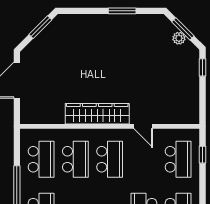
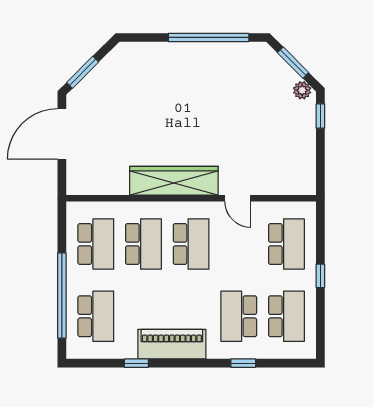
window: (122, 11) -> (209, 37), width x2.11
window: (40, 27) -> (83, 72), moved
plant: (179, 38) -> (302, 90), moved
window: (202, 155) -> (320, 276), moved

